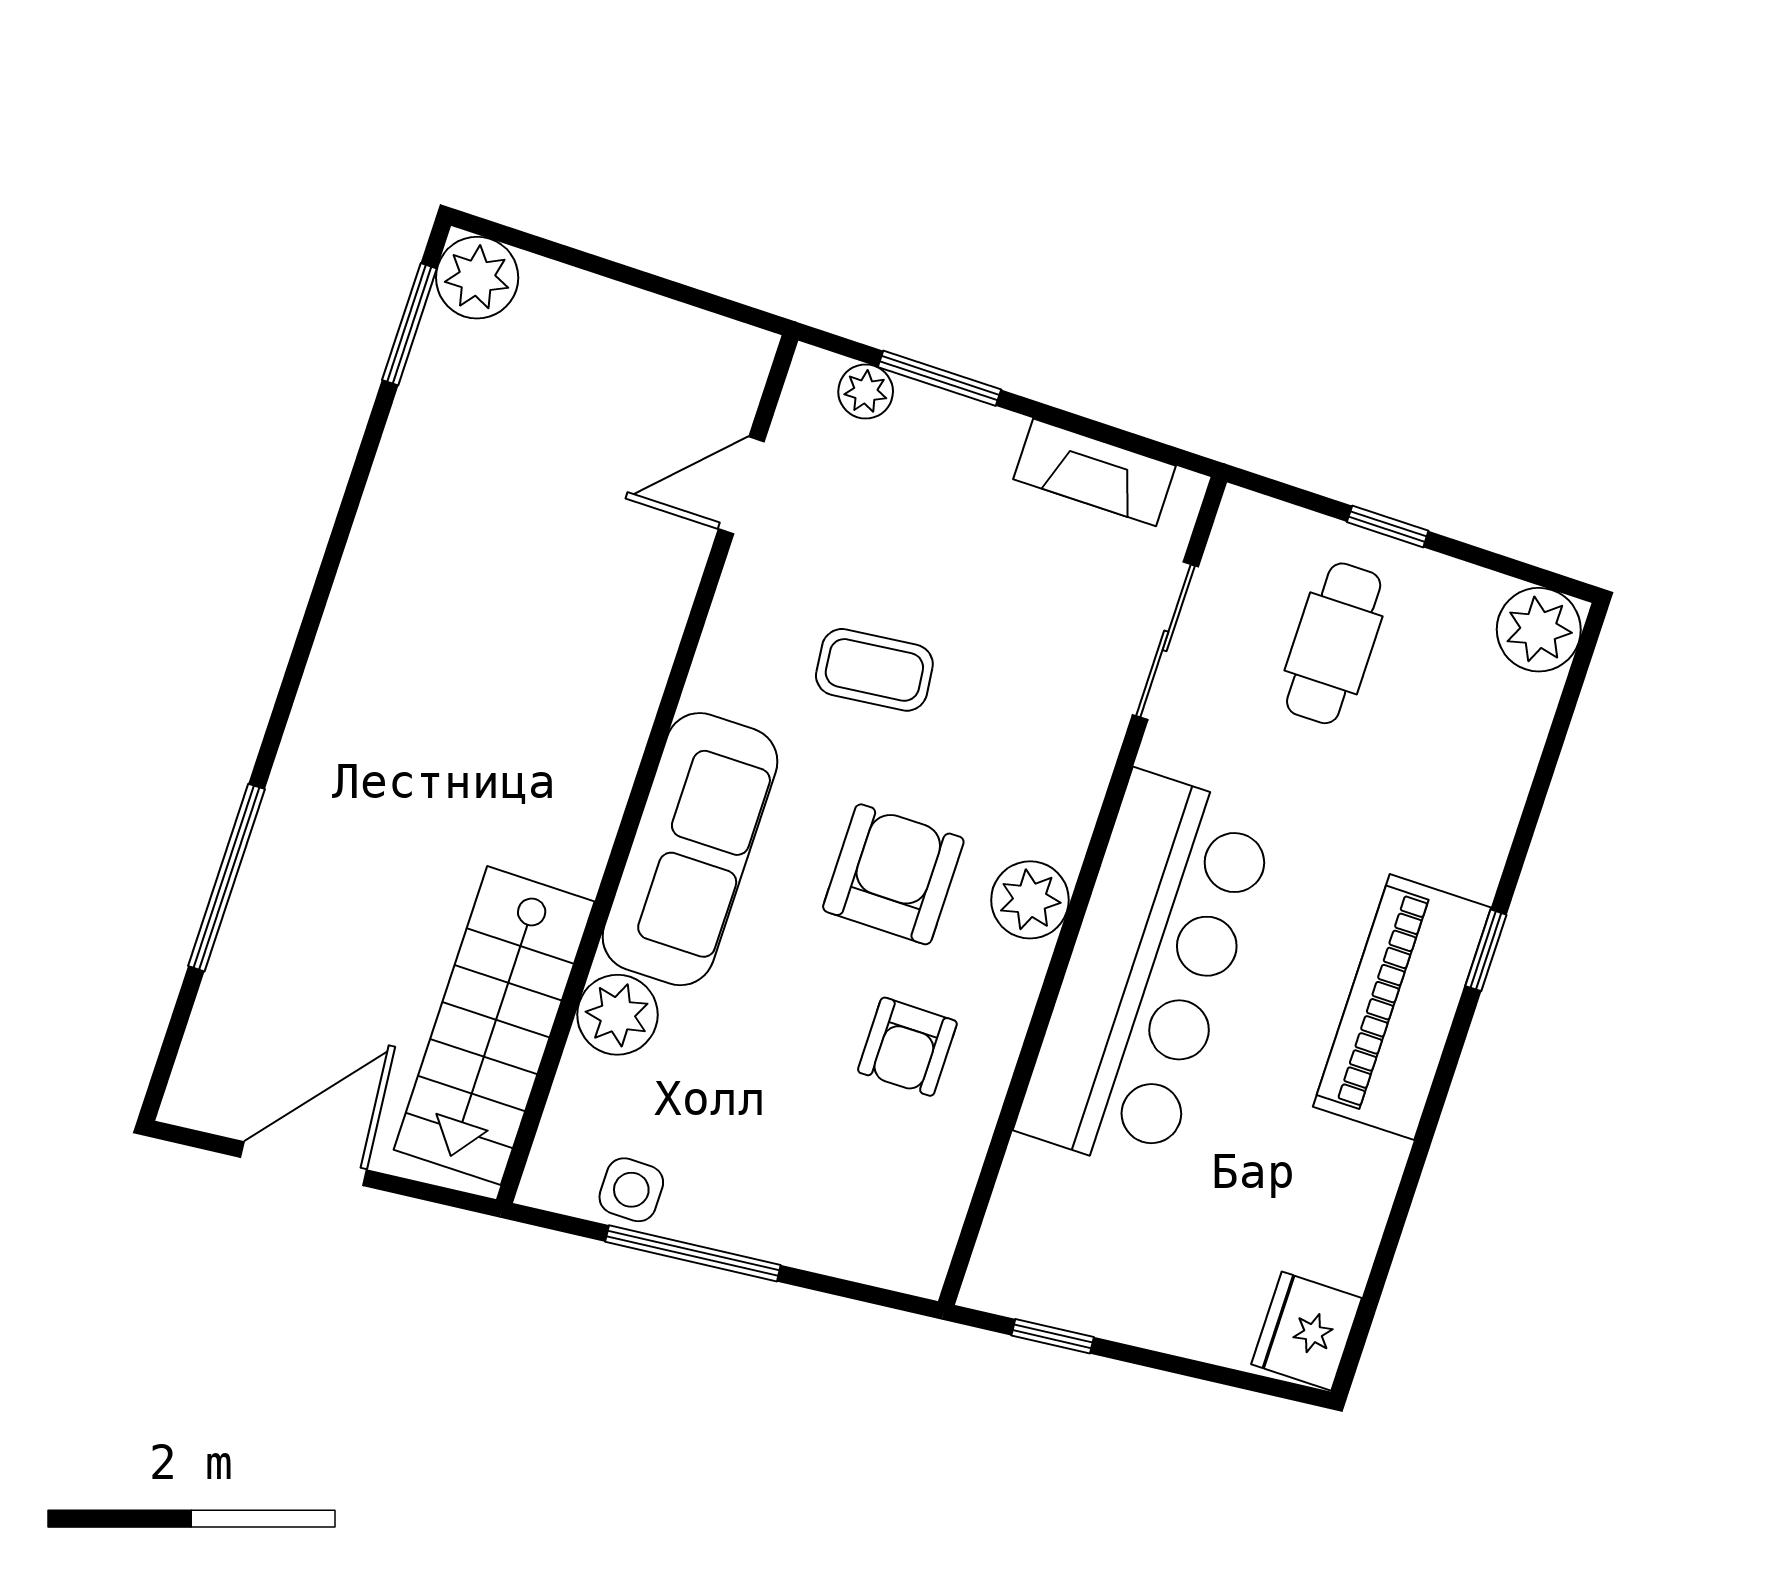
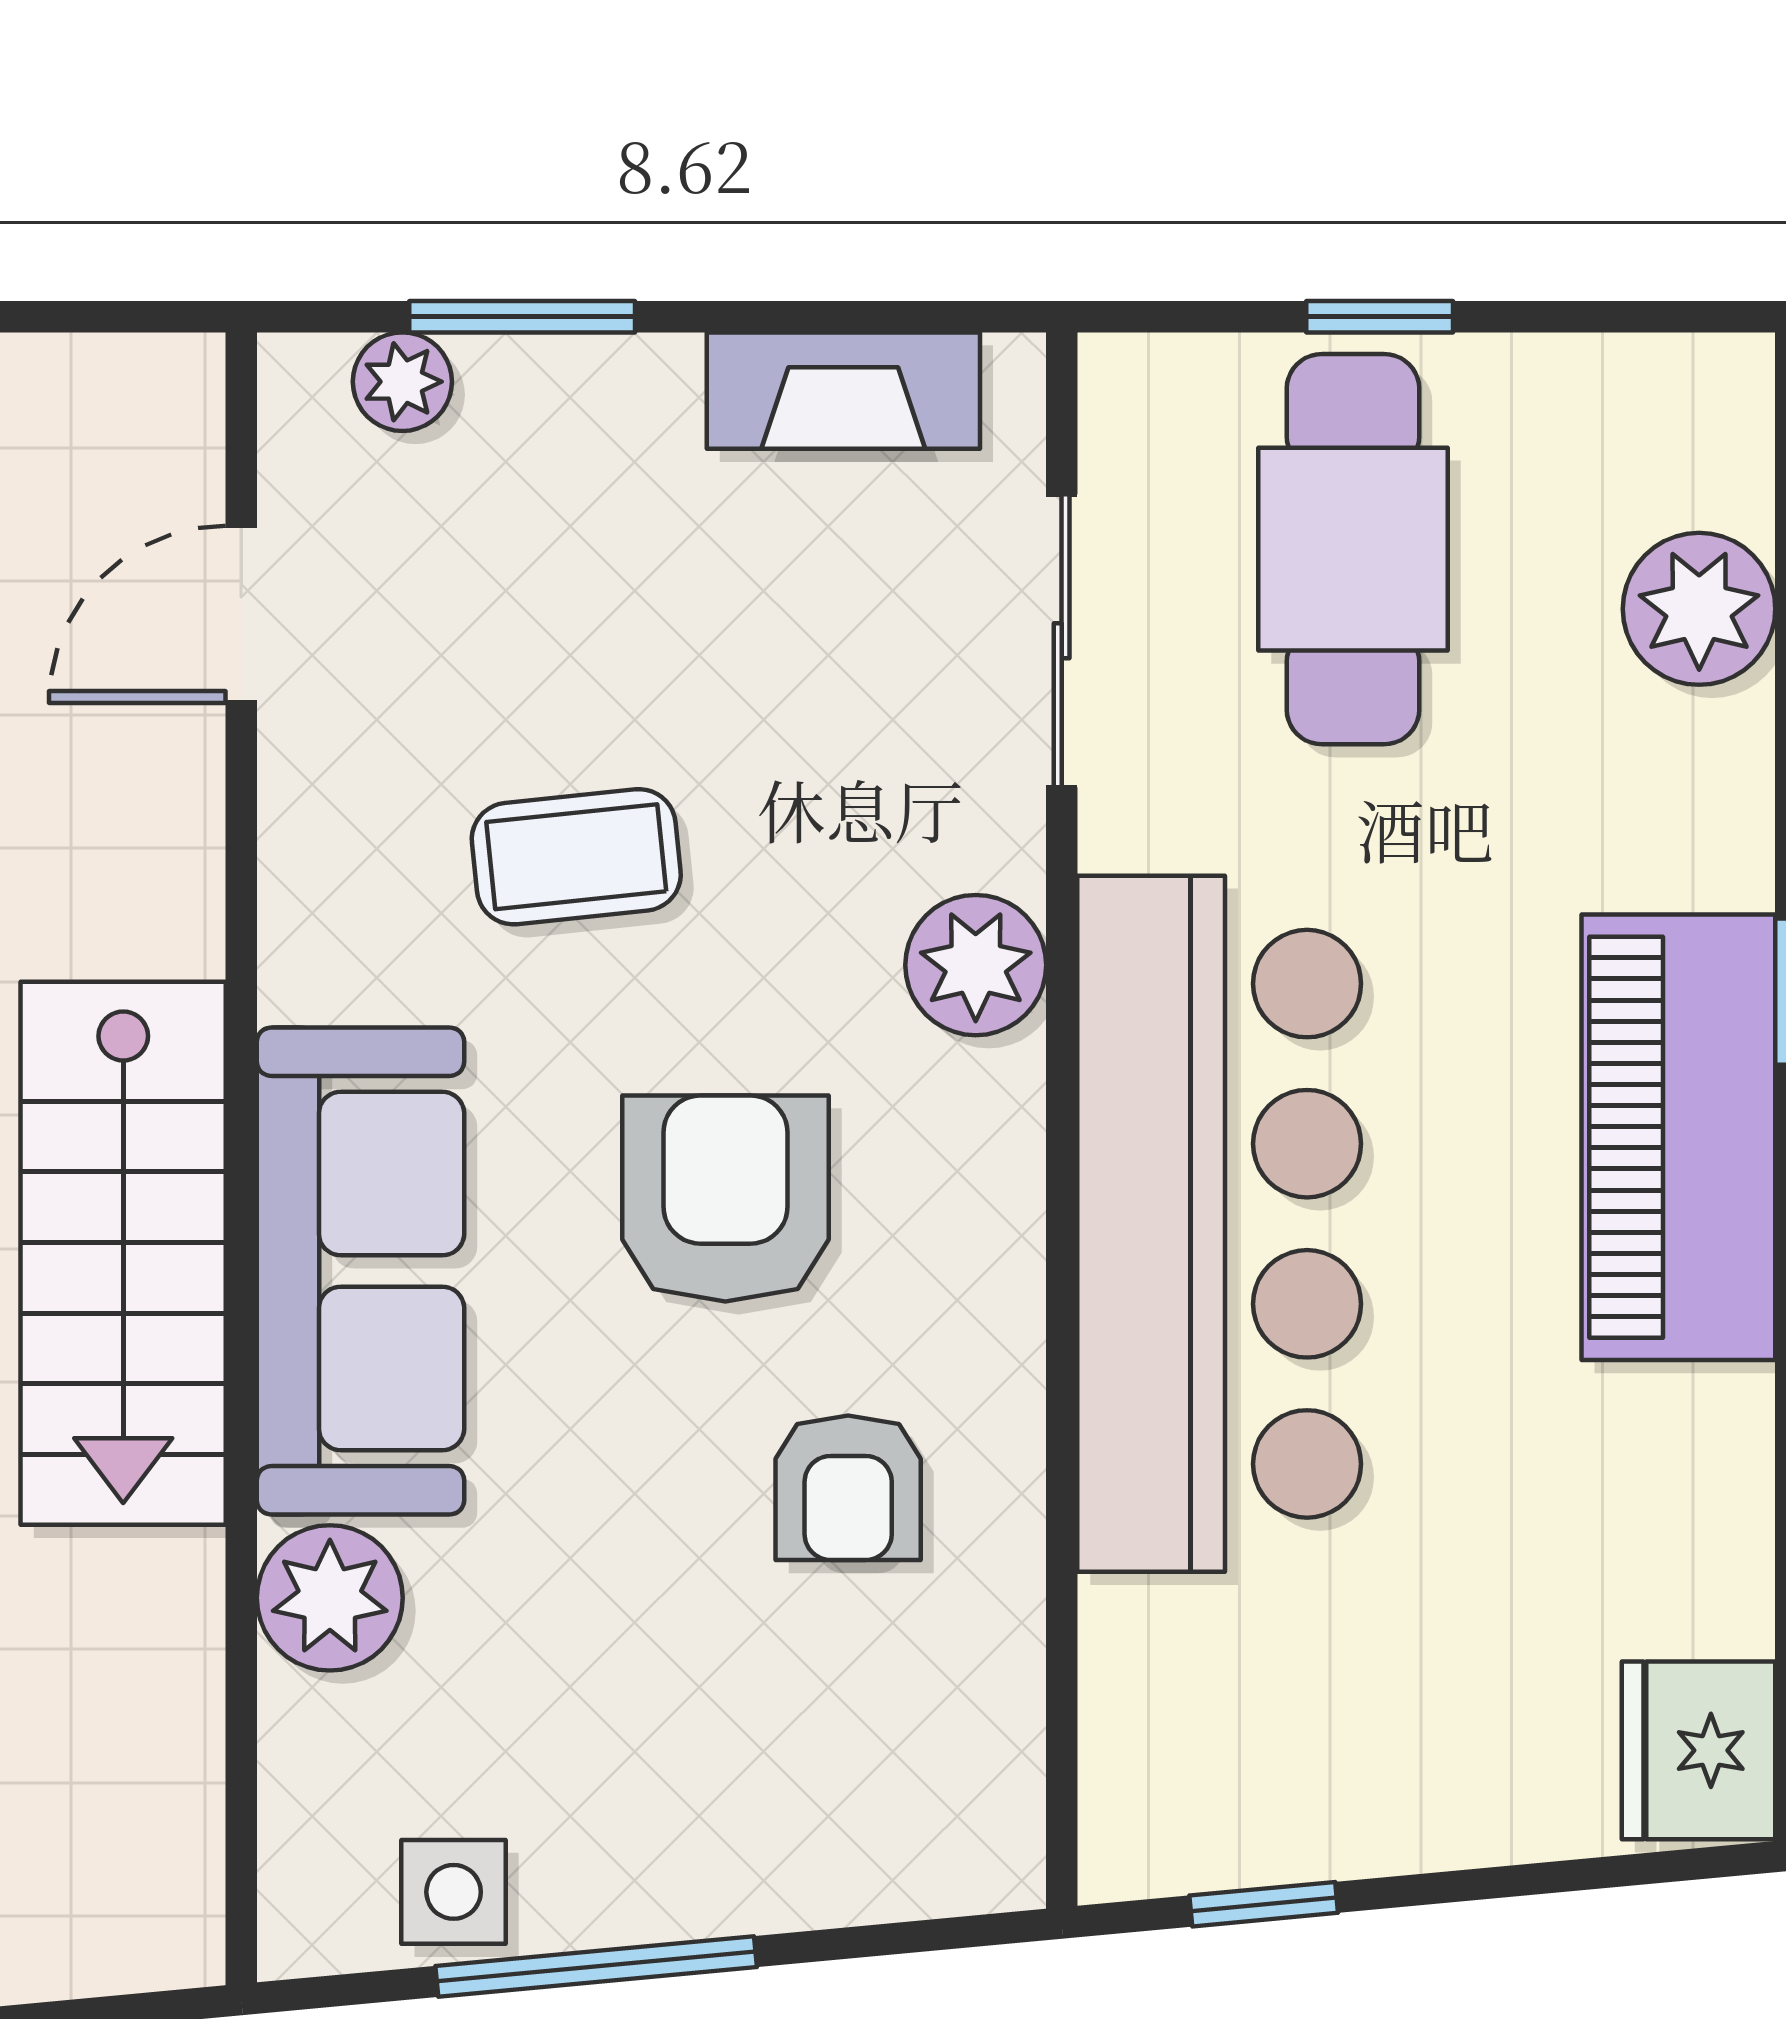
plant: (1539, 630) -> (1699, 609), moved
cafe table: (1334, 643) -> (1353, 549), width x1.37, depth x1.35
plant: (1030, 900) -> (976, 965), moved
stairs: (494, 1026) -> (123, 1253), moved

